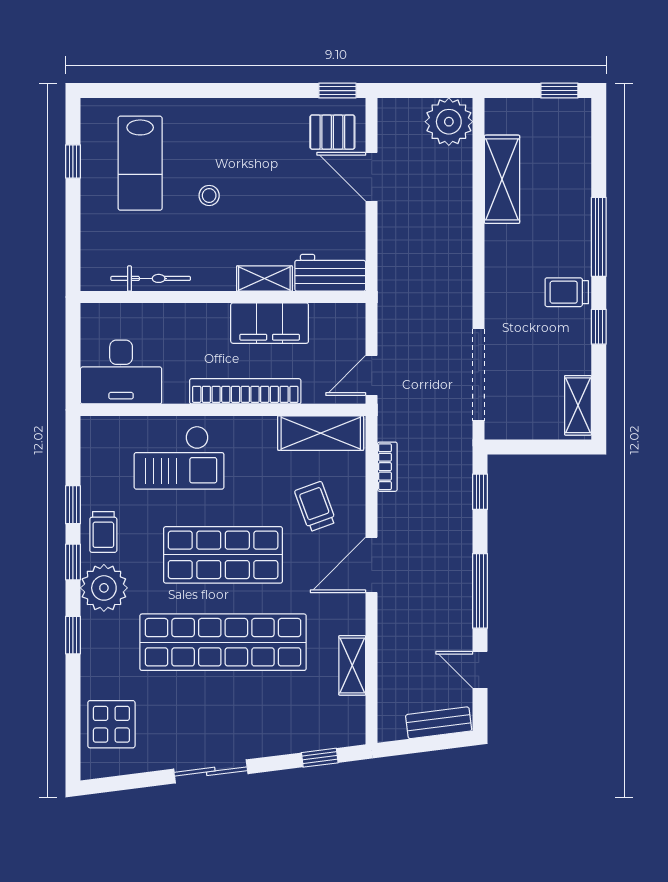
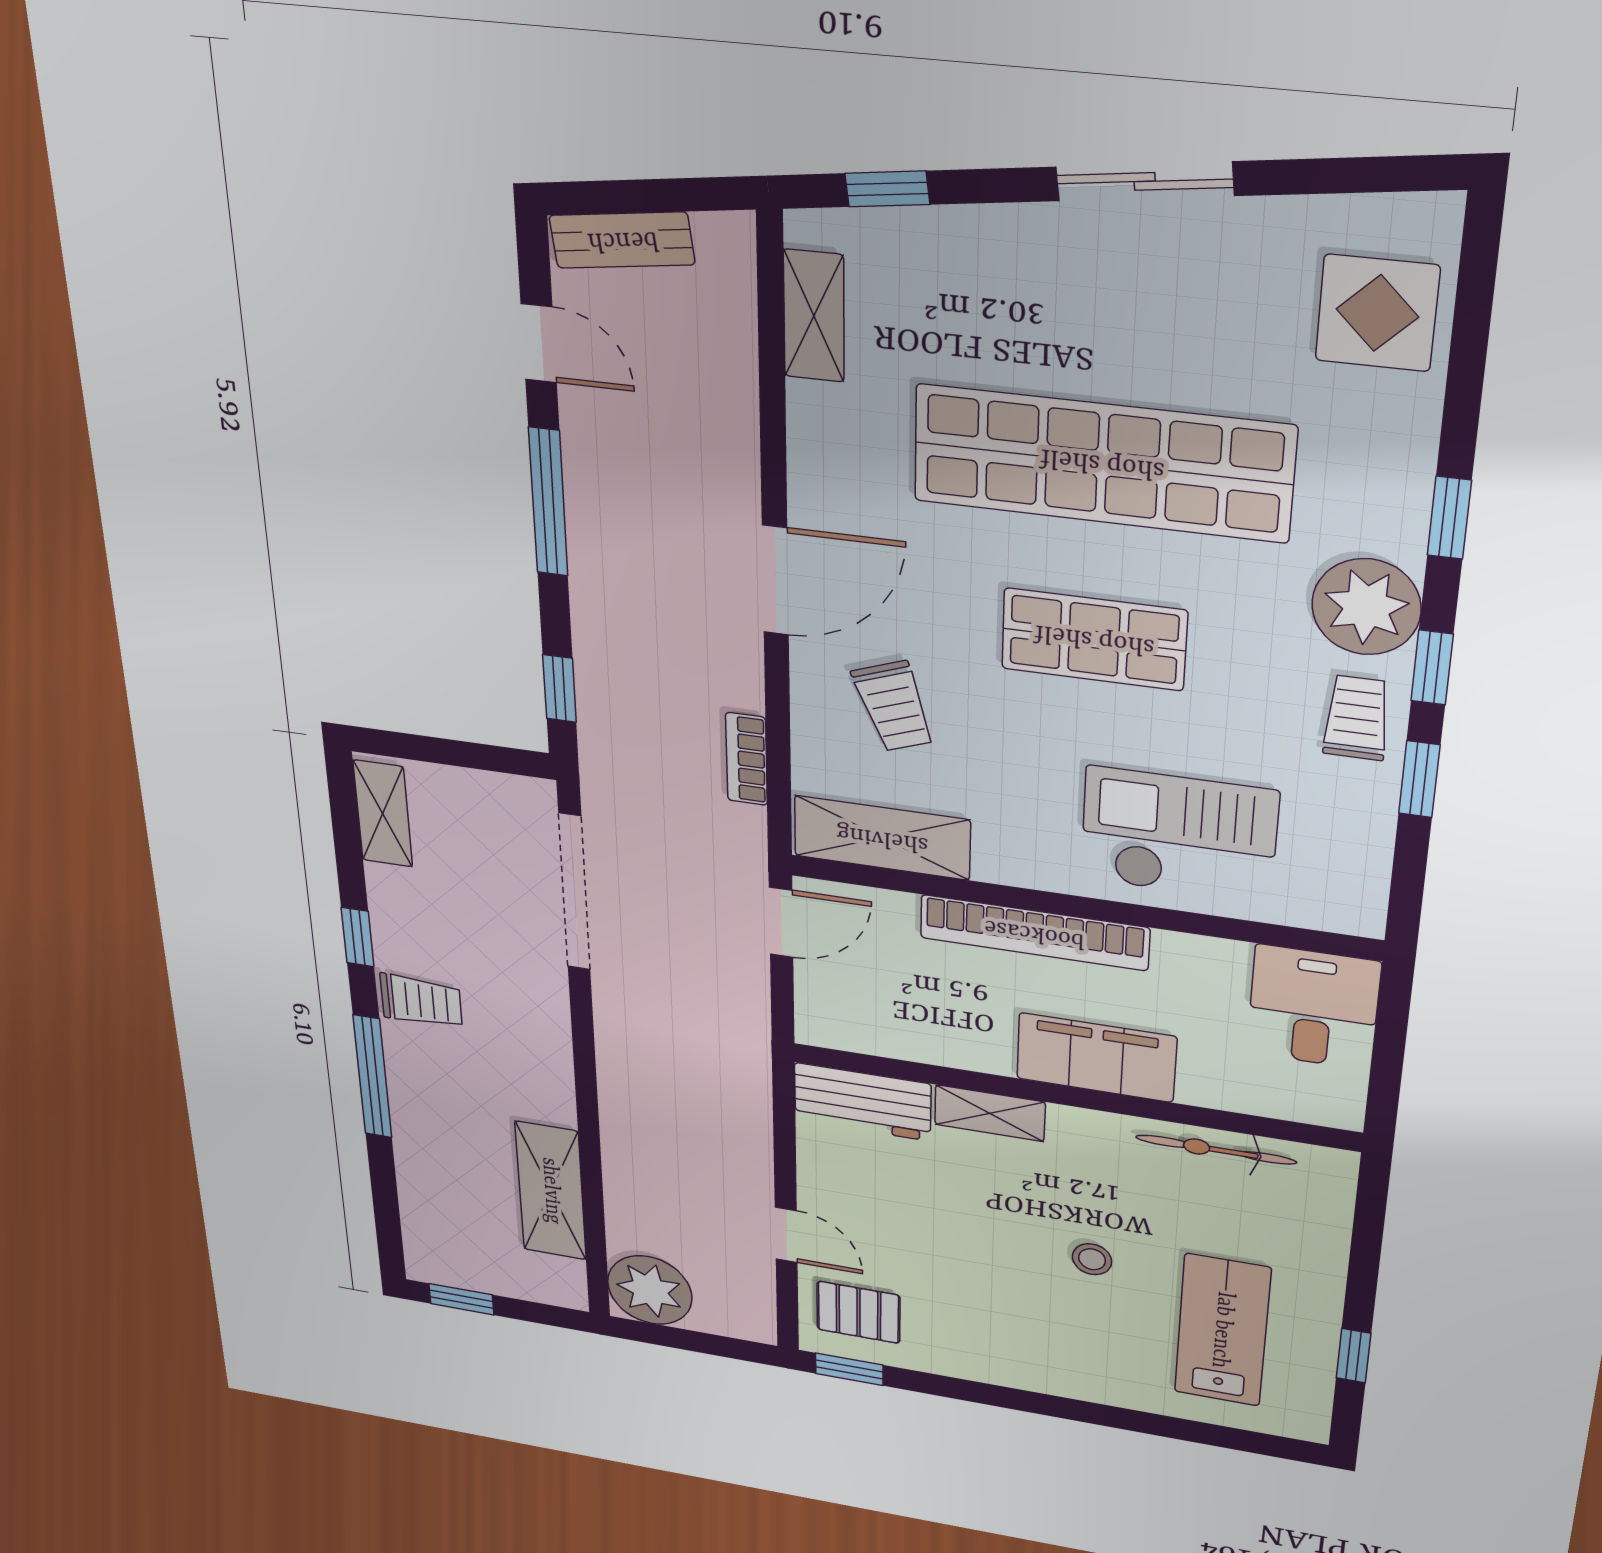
door: (372, 177) -> (786, 1235), width x0.73
filing cabinet: (270, 323) -> (1096, 1058), moved
desk: (121, 372) -> (1313, 1008), width x0.73
shop shelf: (223, 555) -> (1094, 639), width x0.70, depth x0.74
shelving: (352, 665) -> (814, 316), moved

